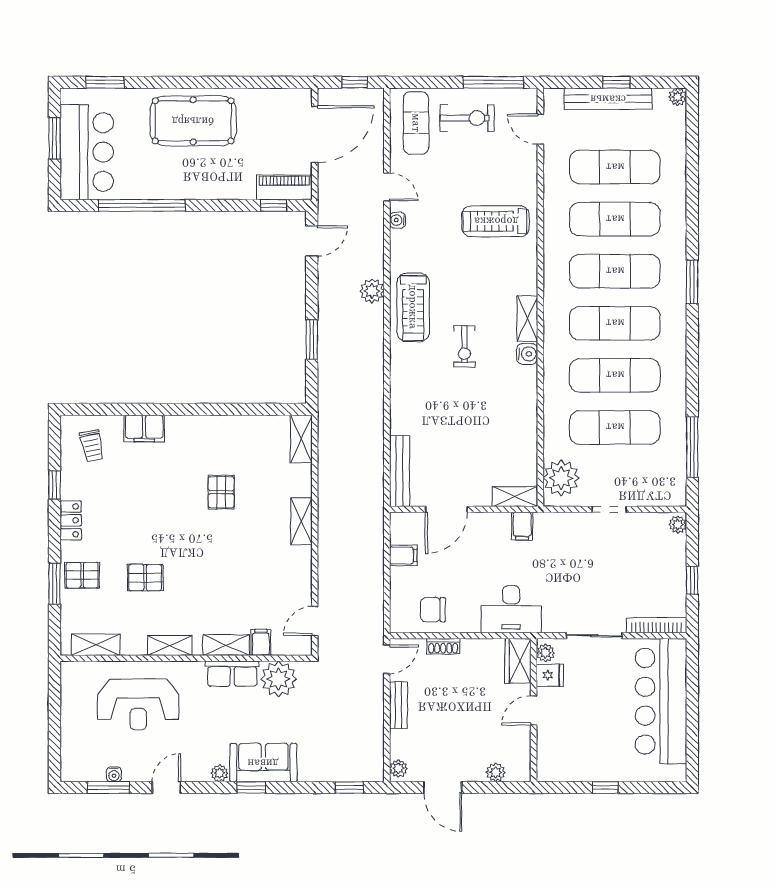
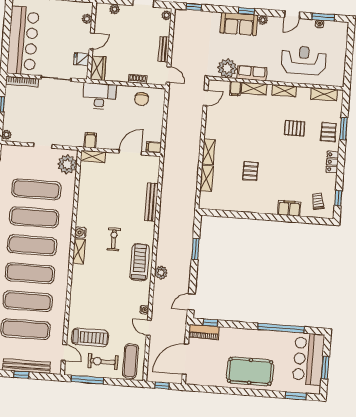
treadmill: (496, 221) -> (90, 337), moved
shelving: (301, 439) -> (207, 178), moved
bench: (400, 471) -> (152, 202), moved
window: (55, 485) -> (338, 198), moved
filing cabinet: (403, 555) -> (154, 147), moved
pallet: (82, 575) -> (328, 132), turned 90
chair: (433, 610) -> (142, 99), turned 90
plant: (545, 653) -> (87, 19), moved
door: (387, 659) -> (168, 74), swing flipped

